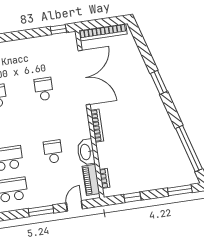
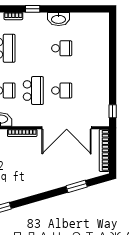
window: (159, 82) -> (77, 186), moved
school desk: (48, 120) -> (33, 91), added

